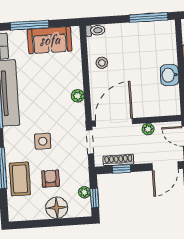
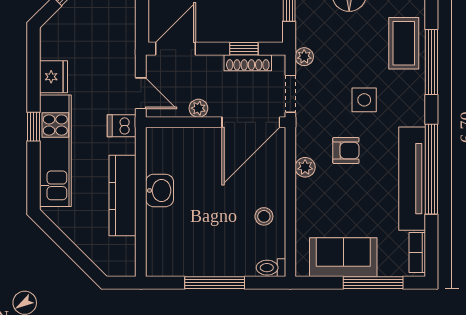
window: (149, 17) -> (215, 283), moved
armchair: (51, 179) -> (346, 150), moved, turned -90
plant: (84, 192) -> (304, 57), moved

